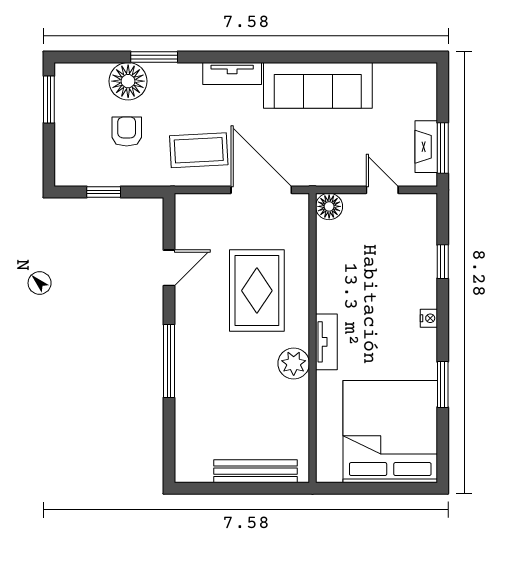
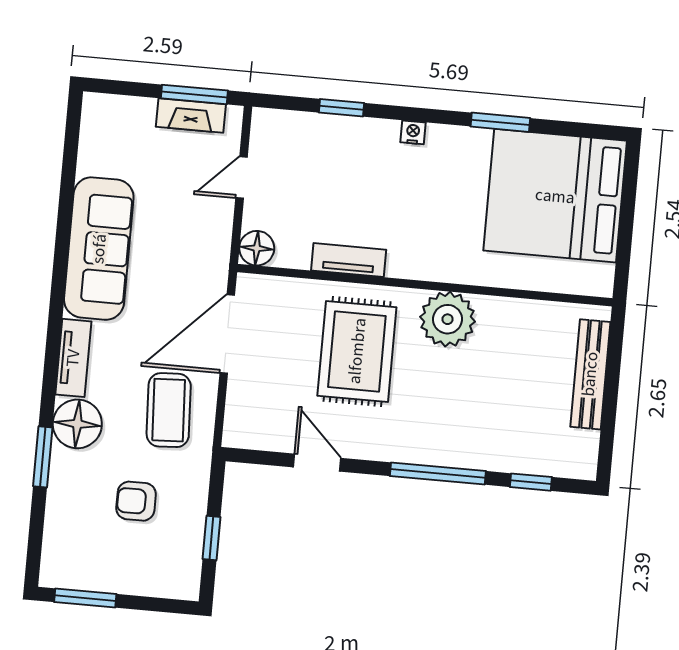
floor lamp: (128, 81) -> (77, 424), moved
rug: (257, 291) -> (357, 351), turned 90
tv unit: (326, 342) -> (349, 260), moved
plant: (294, 363) -> (448, 319), width x1.36, depth x1.36
window: (169, 433) -> (531, 482), added

